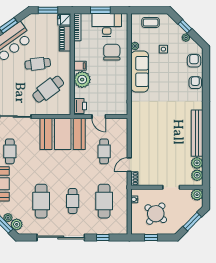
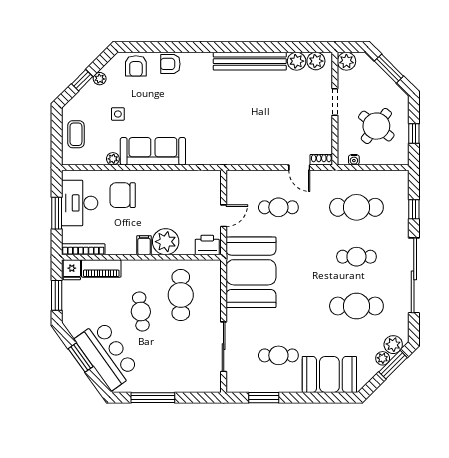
armchair: (194, 61) -> (136, 66), turned -90
cafe table: (48, 89) -> (181, 295), turned 37

